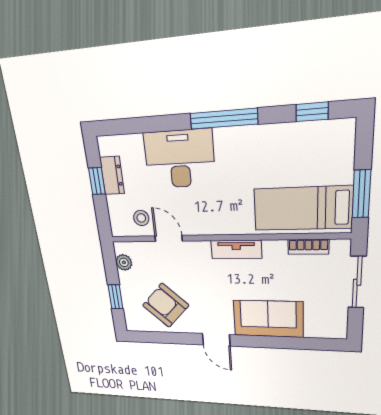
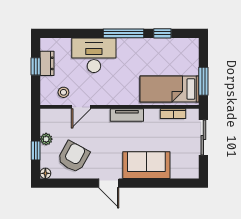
window: (312, 112) -> (162, 33), moved
door: (169, 238) -> (81, 107), swing flipped
plant: (124, 262) -> (46, 139), moved
armchair: (166, 305) -> (73, 157), turned 76
floor lamp: (132, 325) -> (45, 173), added

